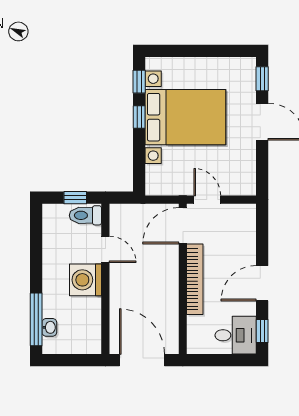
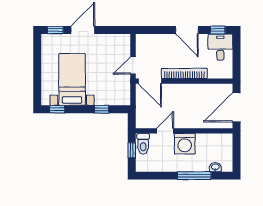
window: (139, 117) -> (102, 109), moved
bed with nightstands: (185, 117) -> (72, 79), width x0.73
window: (36, 319) -> (194, 176), moved

